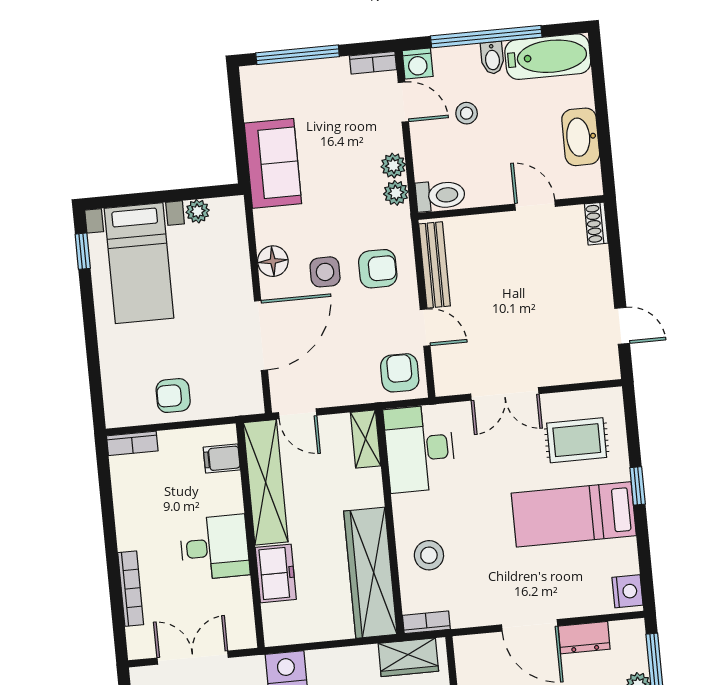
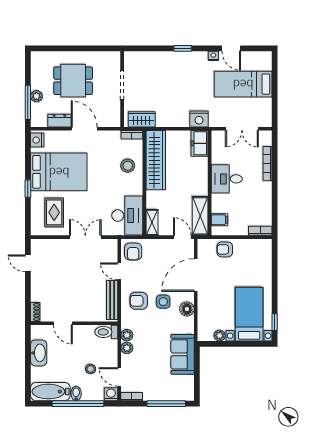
armchair: (173, 396) -> (225, 249), moved, turned 180
rug: (577, 440) -> (54, 212), turned 90
shelving: (266, 482) -> (200, 216), width x0.68
bed: (574, 514) -> (59, 172), width x1.50
freezer: (276, 573) -> (200, 143), moved

